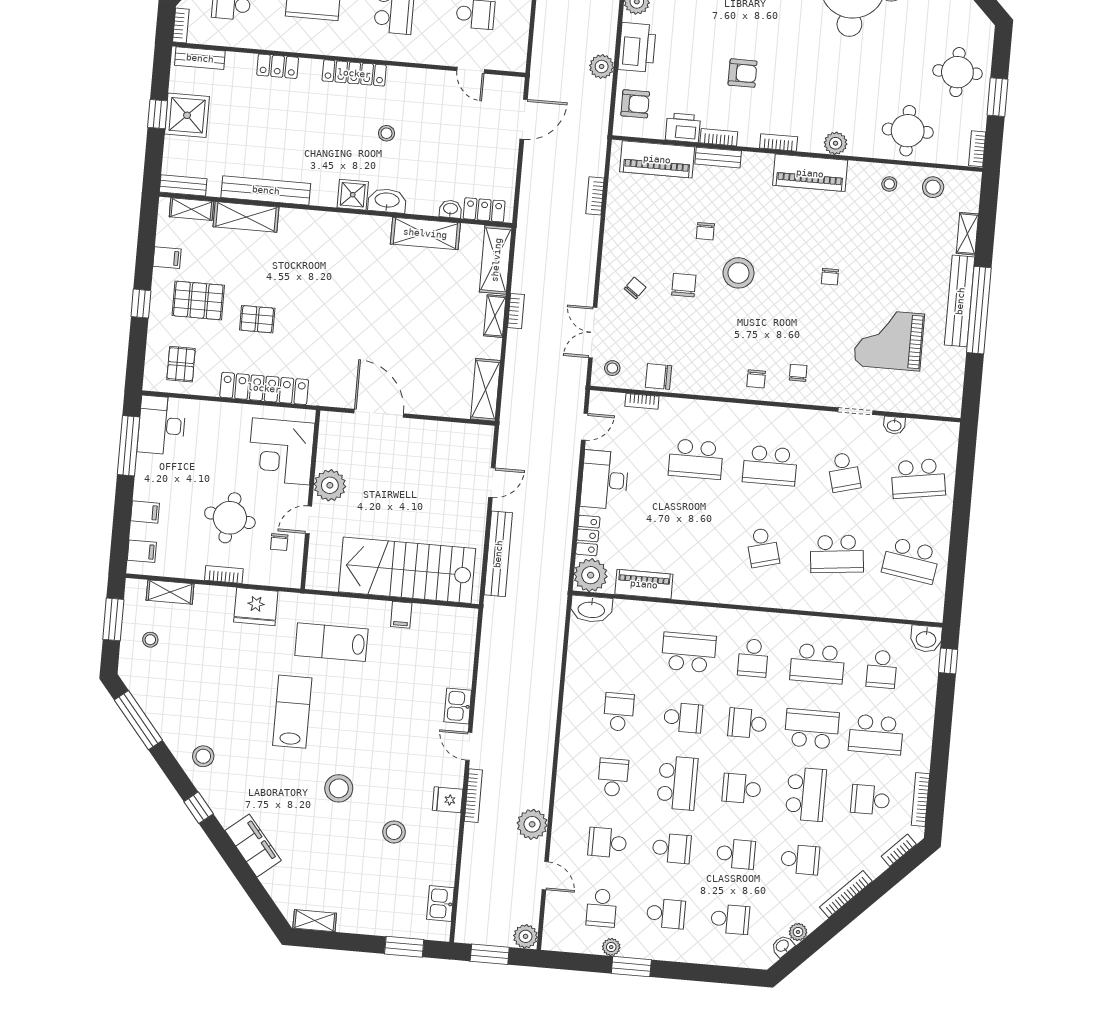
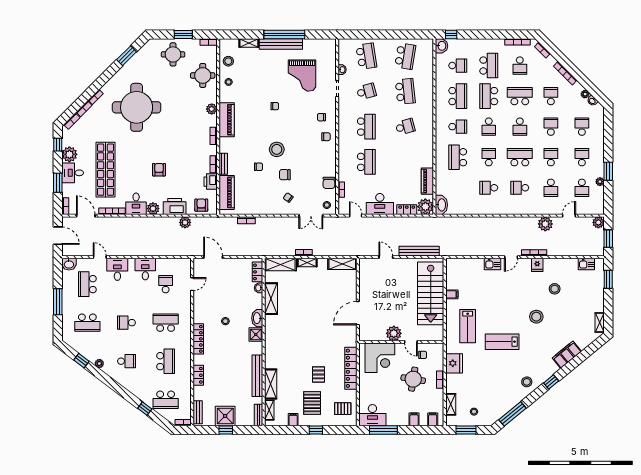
armchair: (743, 73) -> (159, 170), moved
school desk: (602, 908) -> (582, 188), turned 90

